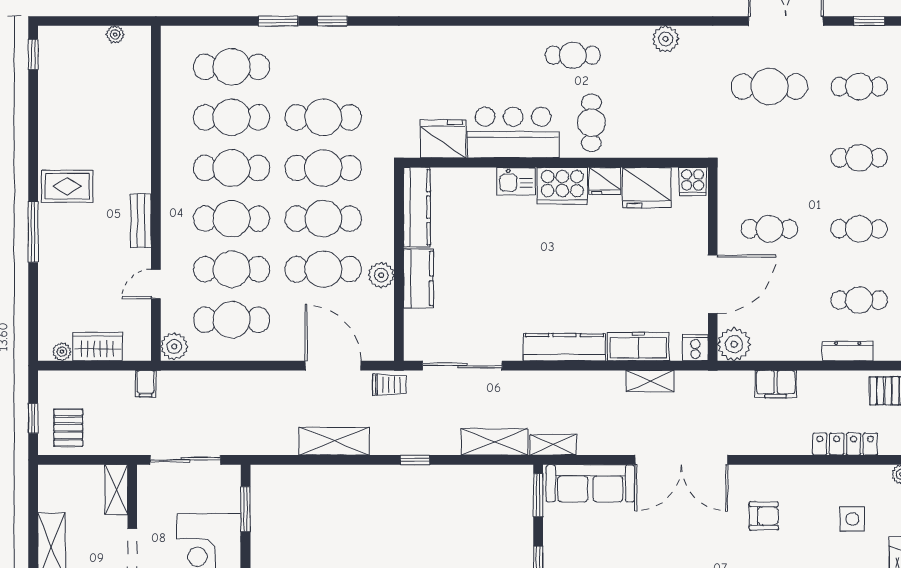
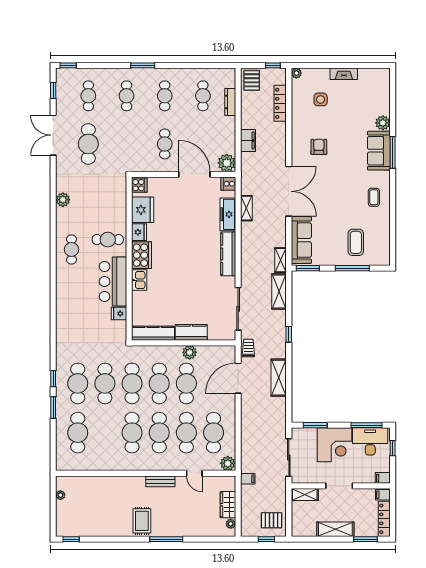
cafe table: (232, 117) -> (78, 383), moved
fridge: (443, 139) -> (119, 313), width x0.53, depth x0.75

